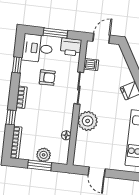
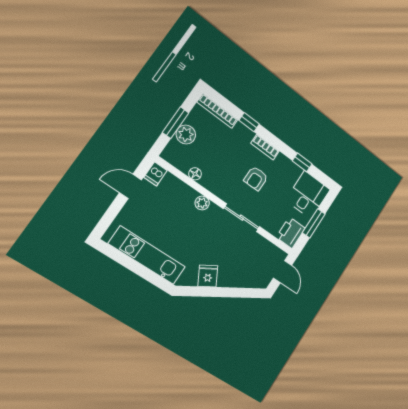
dishwasher: (91, 65) -> (155, 174), moved
armchair: (47, 78) -> (256, 178), moved
plant: (88, 121) -> (202, 203), width x0.53, depth x0.53

